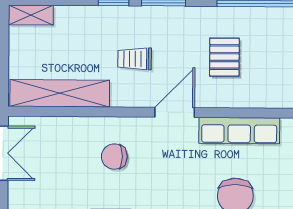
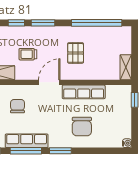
chair: (114, 157) -> (17, 106), turned 90

